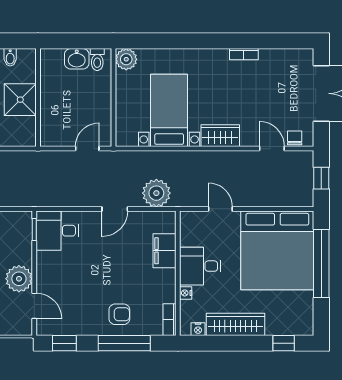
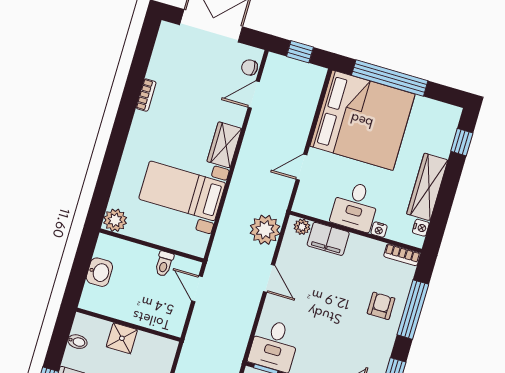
toilet: (97, 60) -> (164, 264), moved, turned 90
shower: (20, 100) -> (122, 338), width x0.73, depth x0.73
plant: (168, 225) -> (302, 227), added

